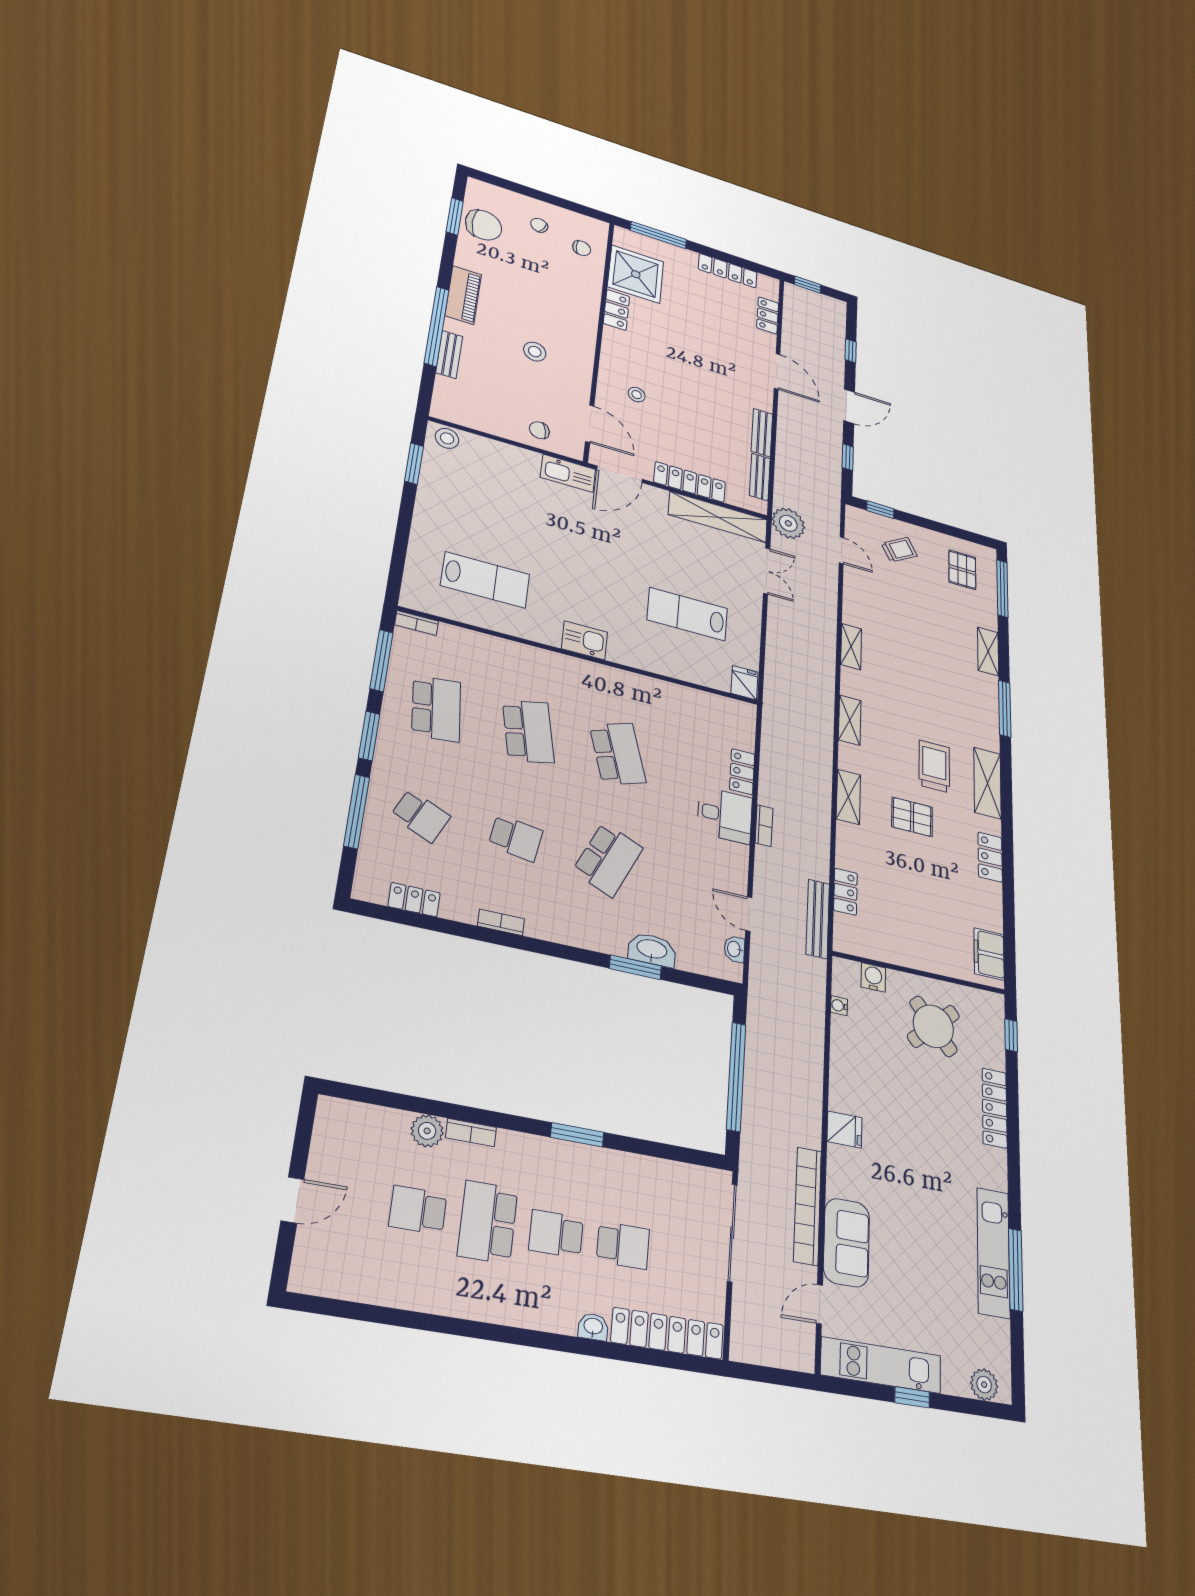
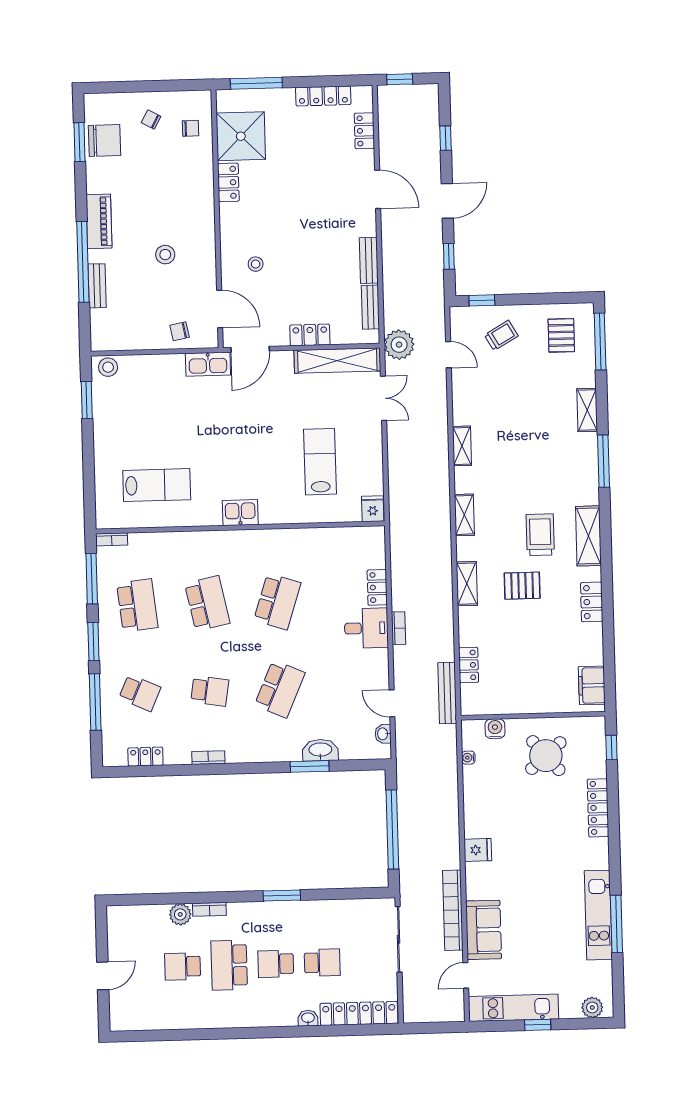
locker: (690, 482) -> (310, 335), width x0.66
lab bench: (687, 614) -> (320, 462), turned 90
school desk: (618, 754) -> (277, 601), turned 36

